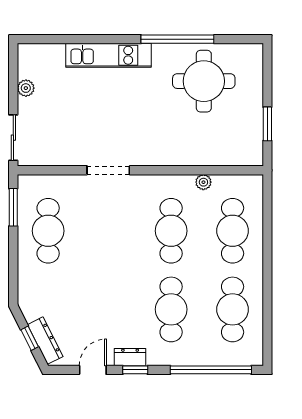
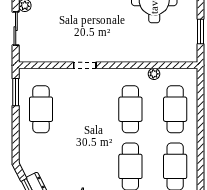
sliding door: (13, 138) -> (16, 29), moved
doorway: (108, 170) -> (85, 65), width x0.73

